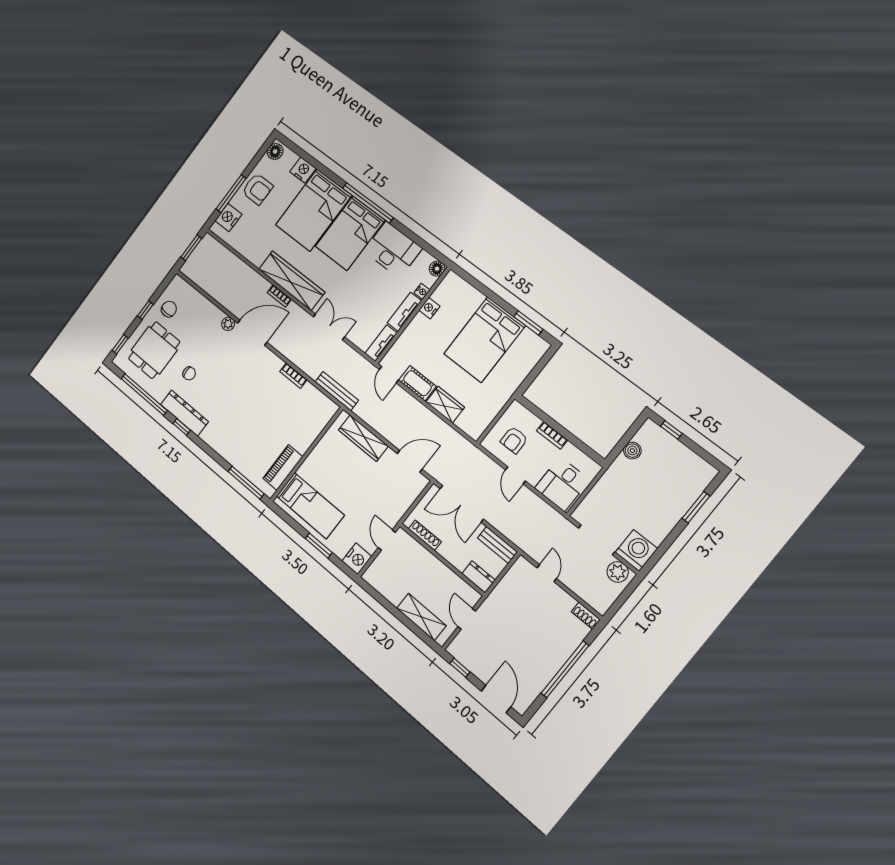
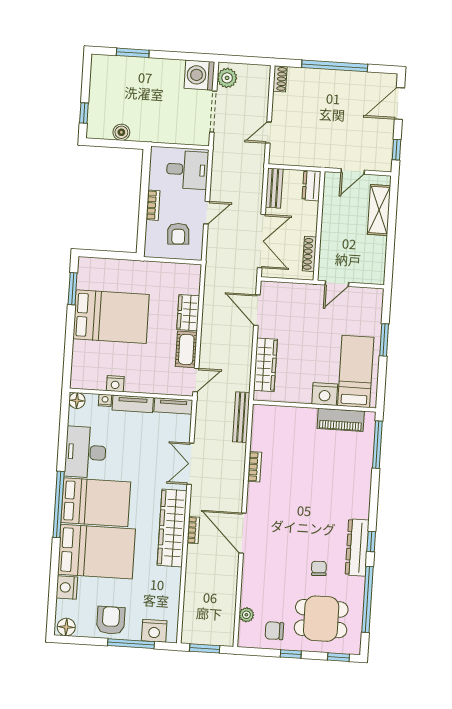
plant: (228, 324) -> (246, 615), moved
armchair: (514, 440) -> (178, 234), turned 87
nightstand: (357, 559) -> (325, 394), moved, turned 180

